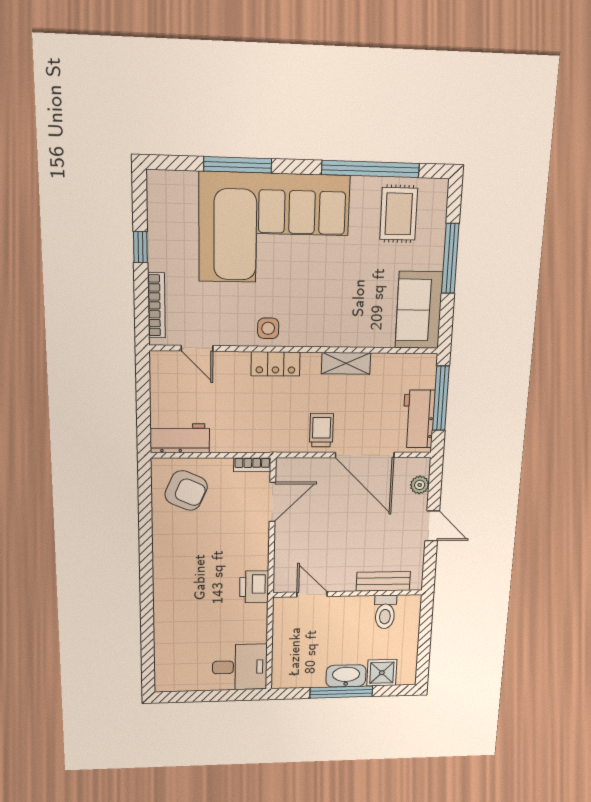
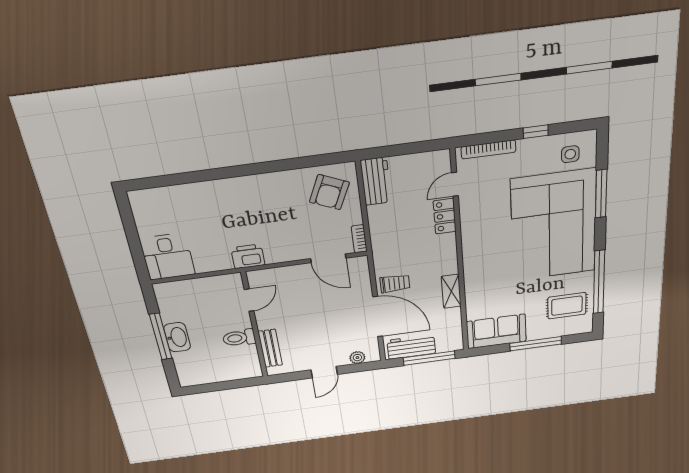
side table: (268, 328) -> (570, 154), moved
locker: (276, 364) -> (445, 216), moved
door: (365, 455) -> (378, 317), swing flipped
toilet: (385, 612) -> (239, 338), moved
shower: (382, 673) -> (186, 362), removed

